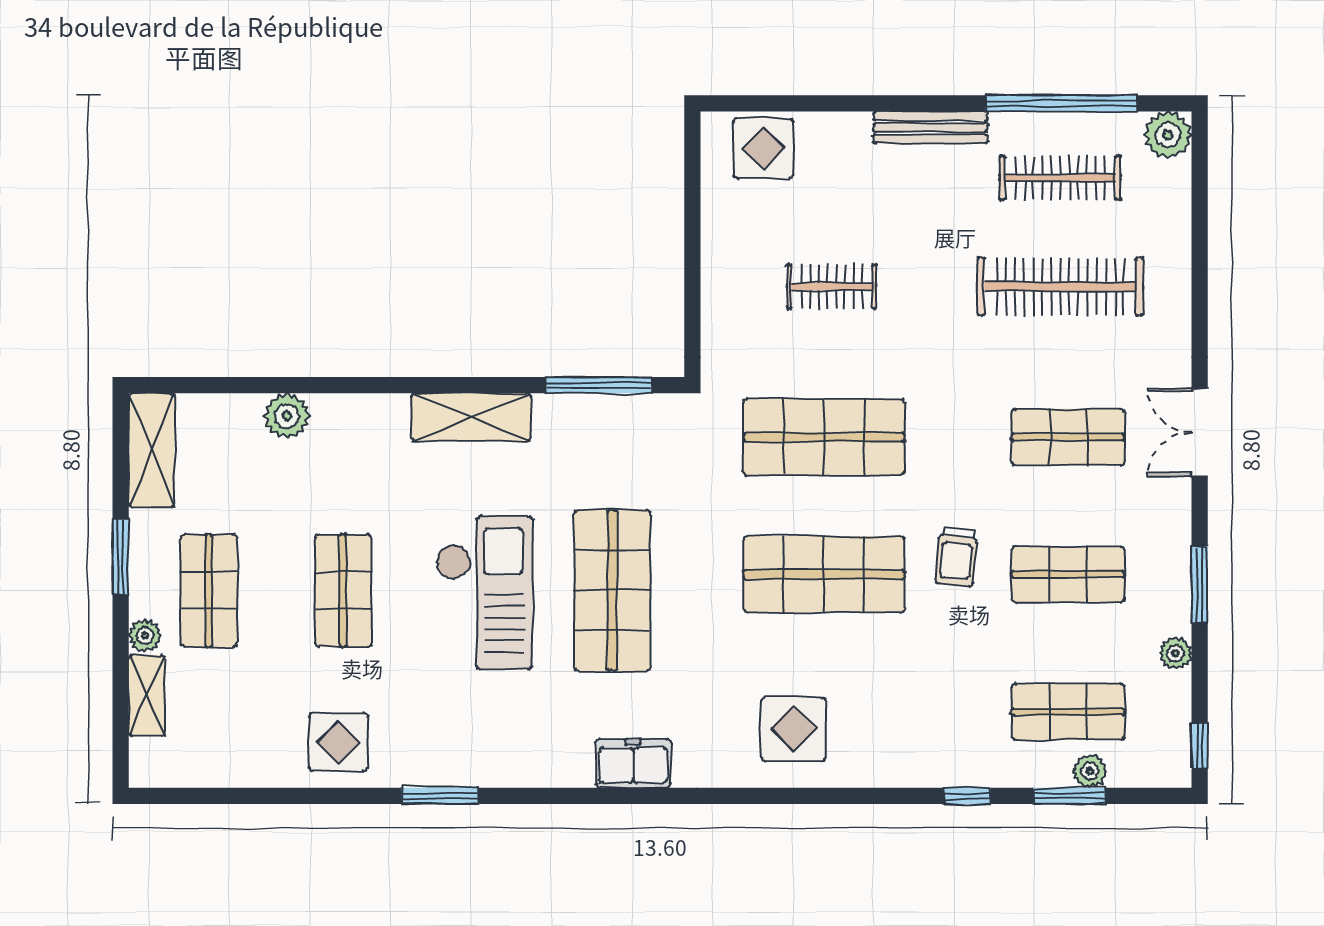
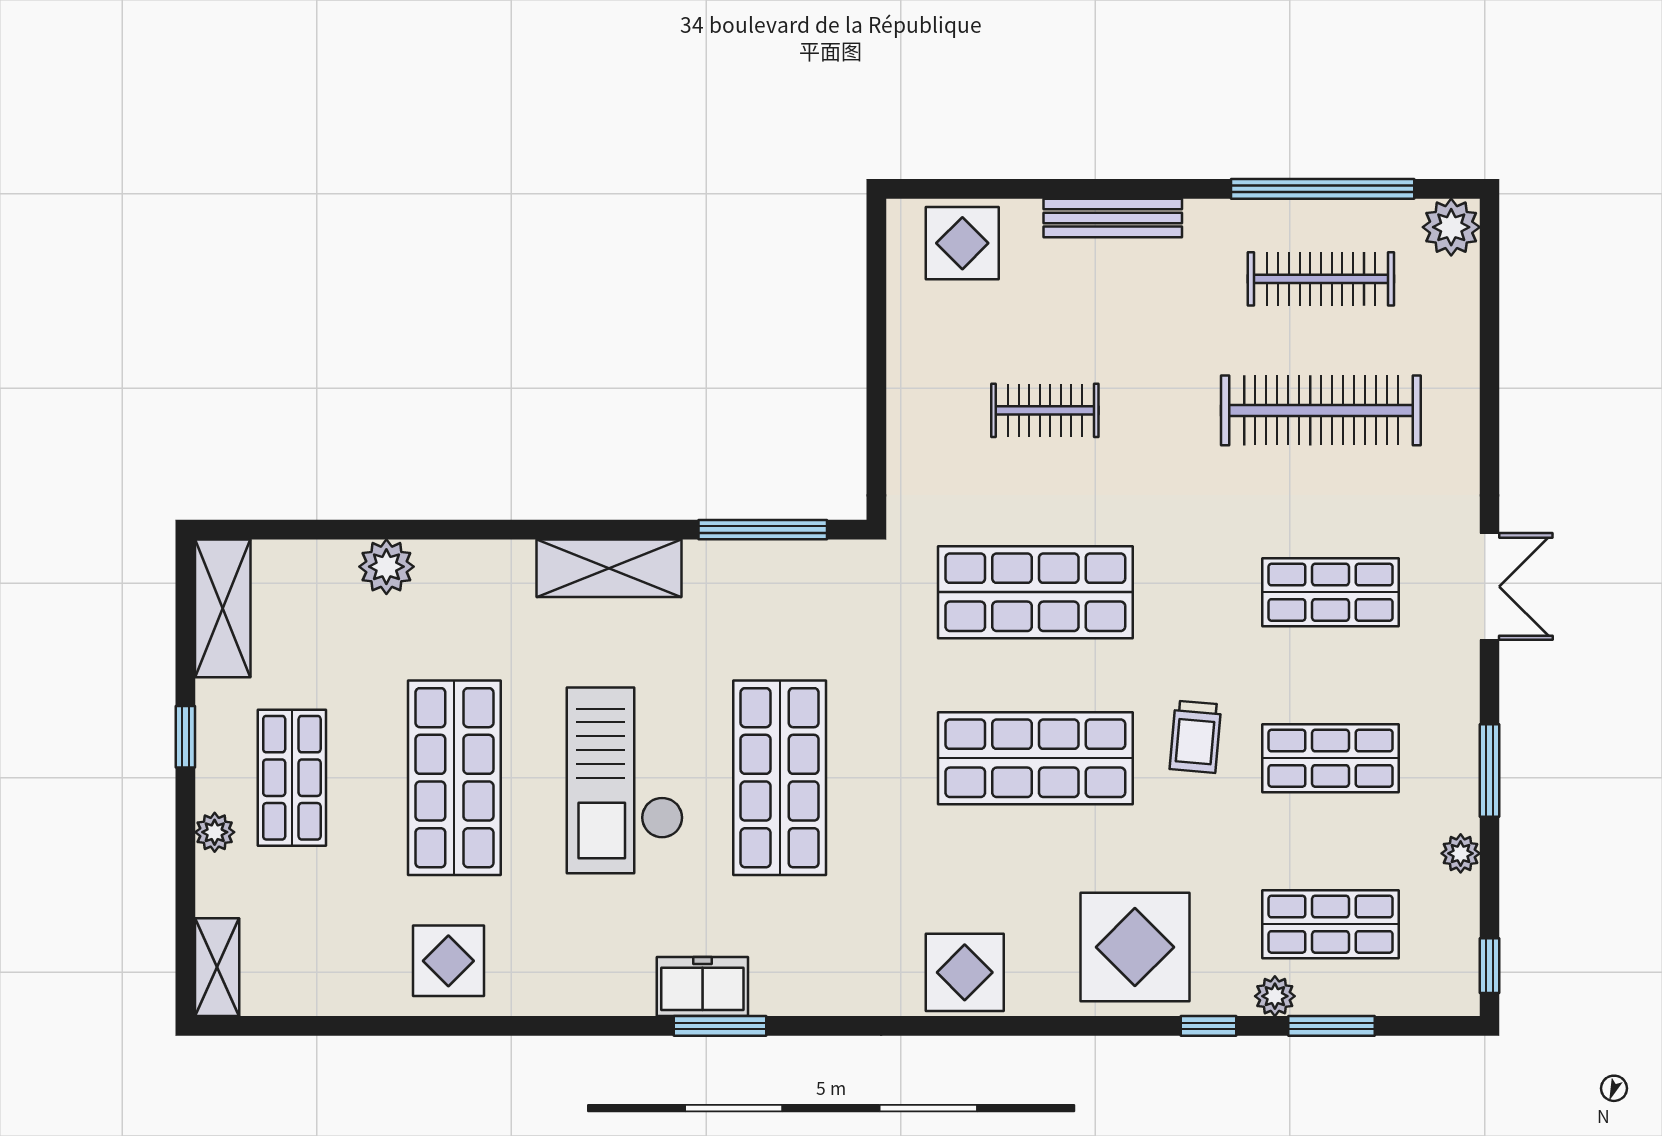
bench: (931, 127) -> (1113, 218), moved
double door: (1200, 432) -> (1489, 587), swing flipped
window: (121, 557) -> (185, 737), width x0.67
shop shelf: (343, 590) -> (454, 778), width x1.43, depth x1.36
checkout: (484, 593) -> (625, 780), turned 180
shelving: (147, 696) -> (217, 967), moved
display table: (793, 729) -> (965, 972), moved
display table: (906, 731) -> (1135, 947), added
freezer: (633, 763) -> (702, 987), moved
plant: (1090, 771) -> (1275, 996), moved
window: (440, 796) -> (720, 1026), moved

